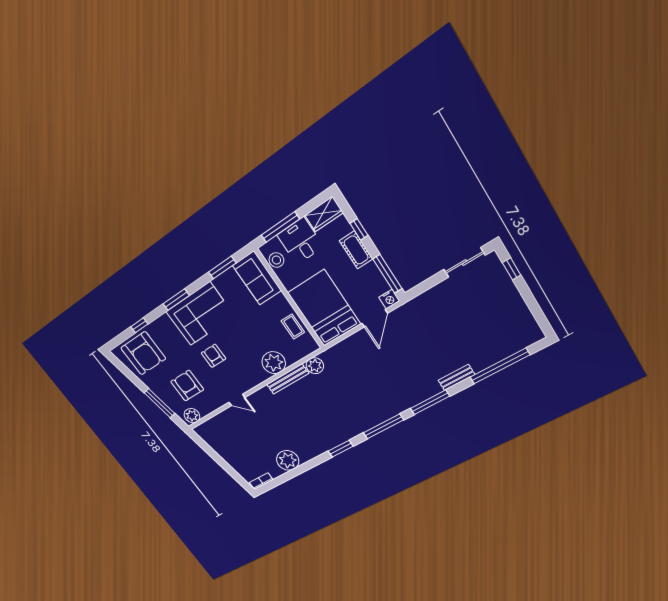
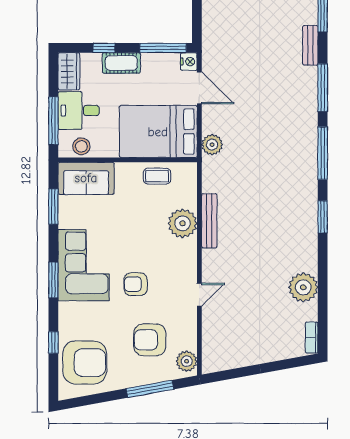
plant: (315, 366) -> (212, 145), moved

